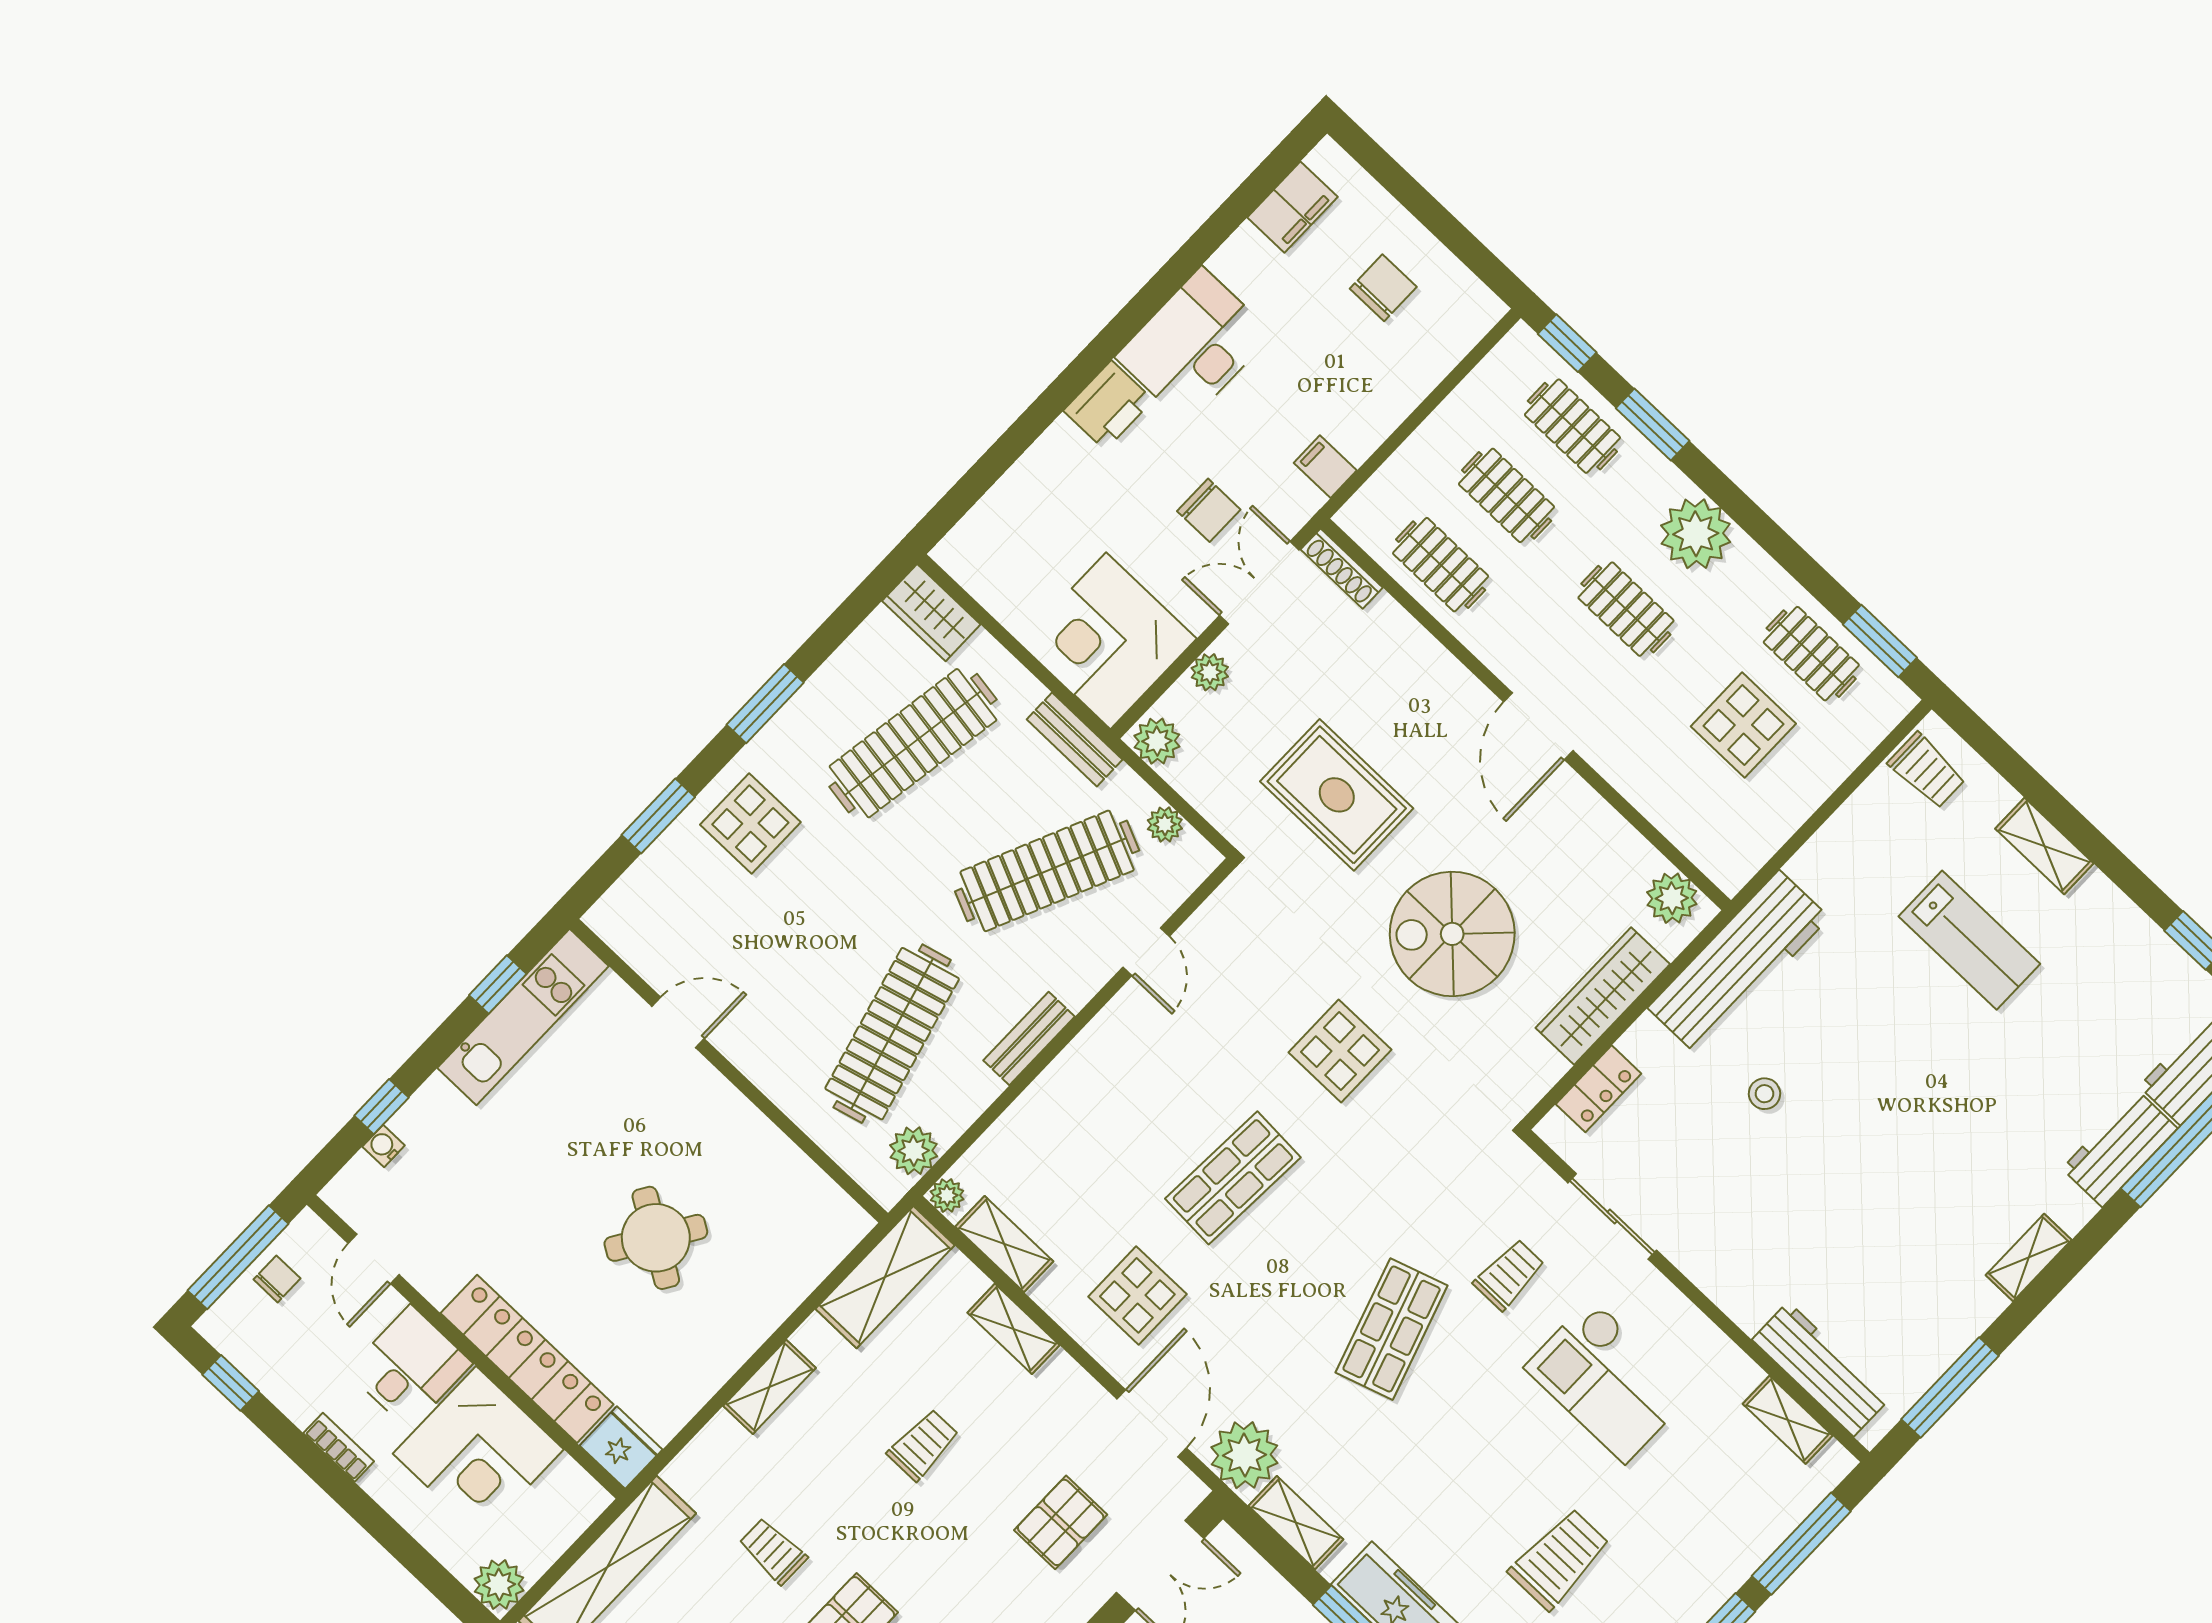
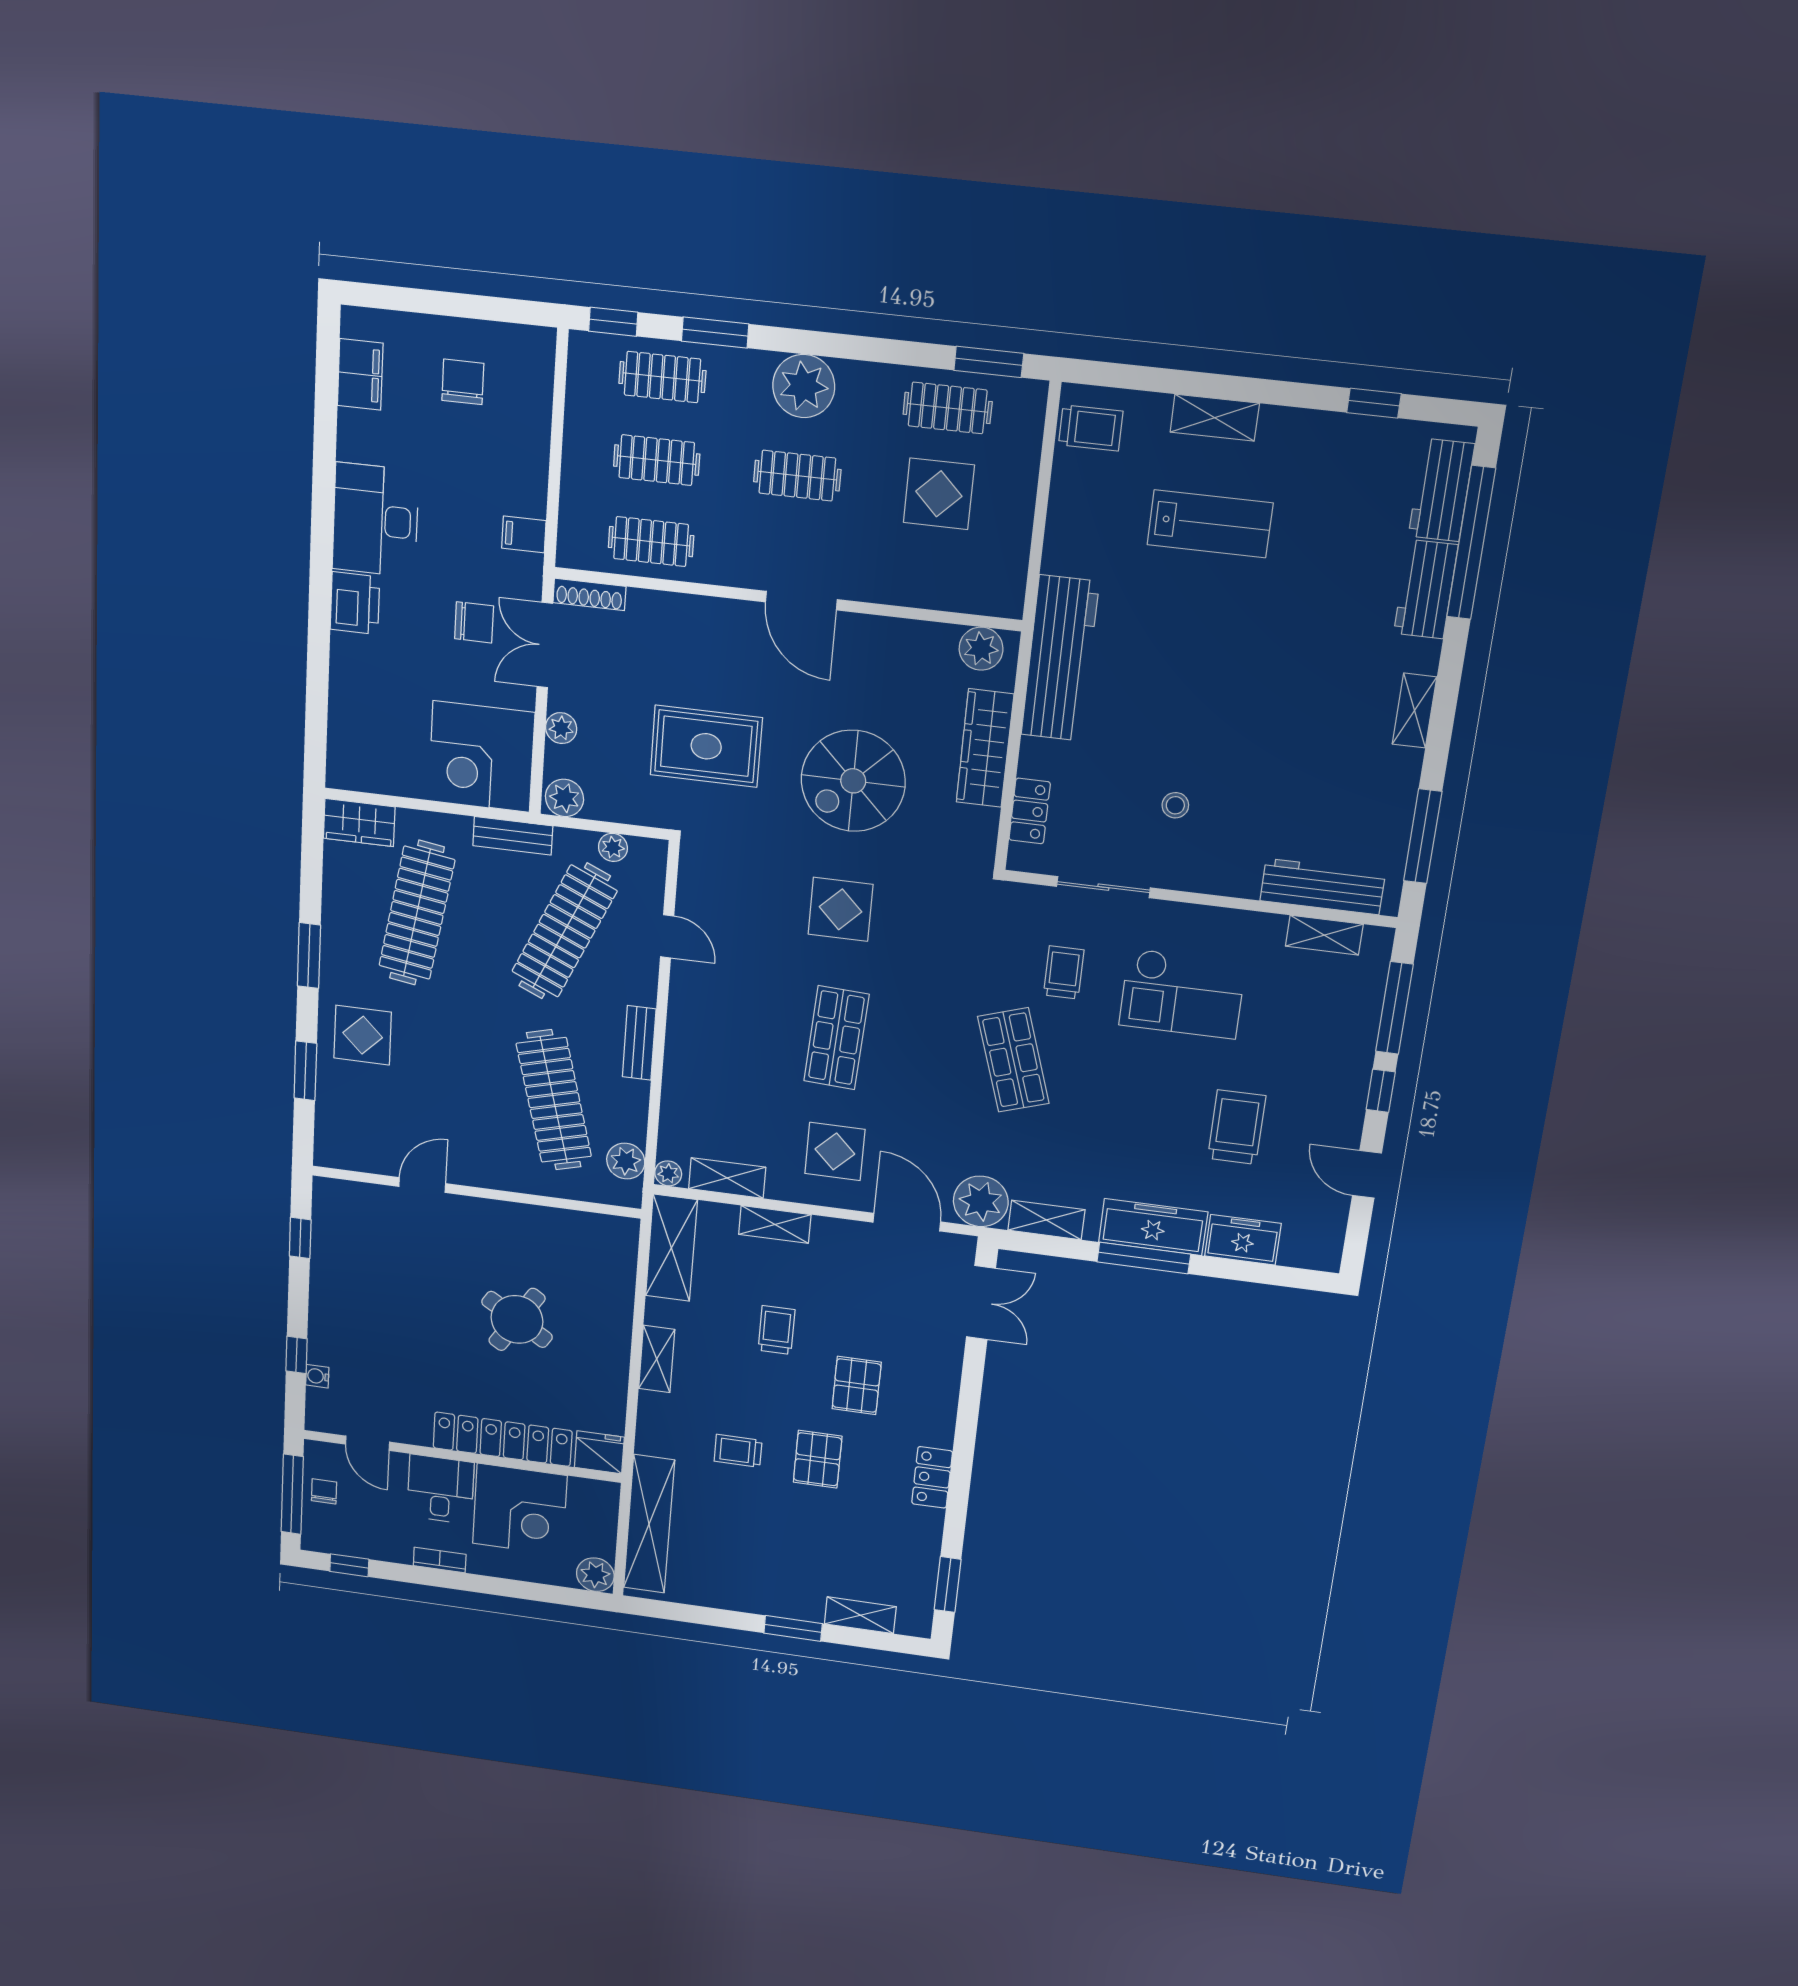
kitchen unit: (523, 1017) -> (331, 1246), removed
stool: (1765, 1094) -> (1175, 805), moved
pallet: (1061, 1522) -> (857, 1386), moved

